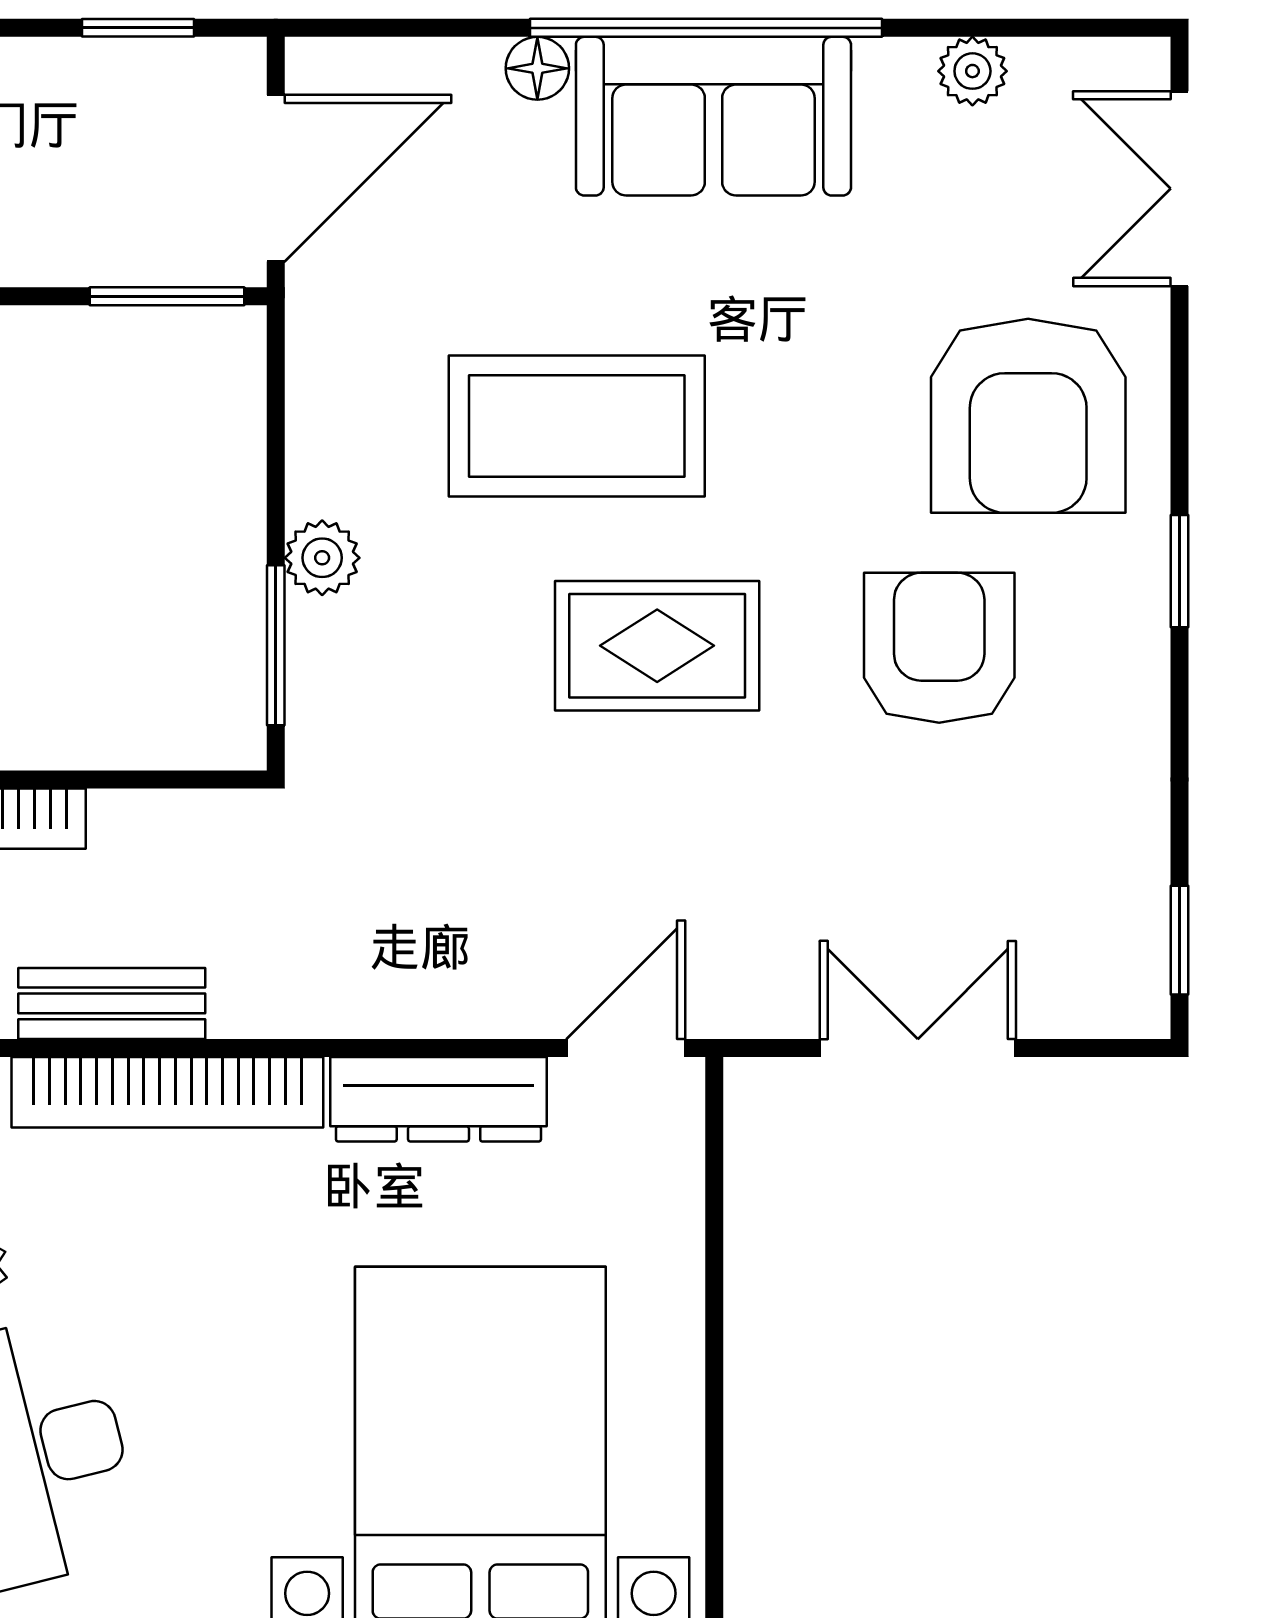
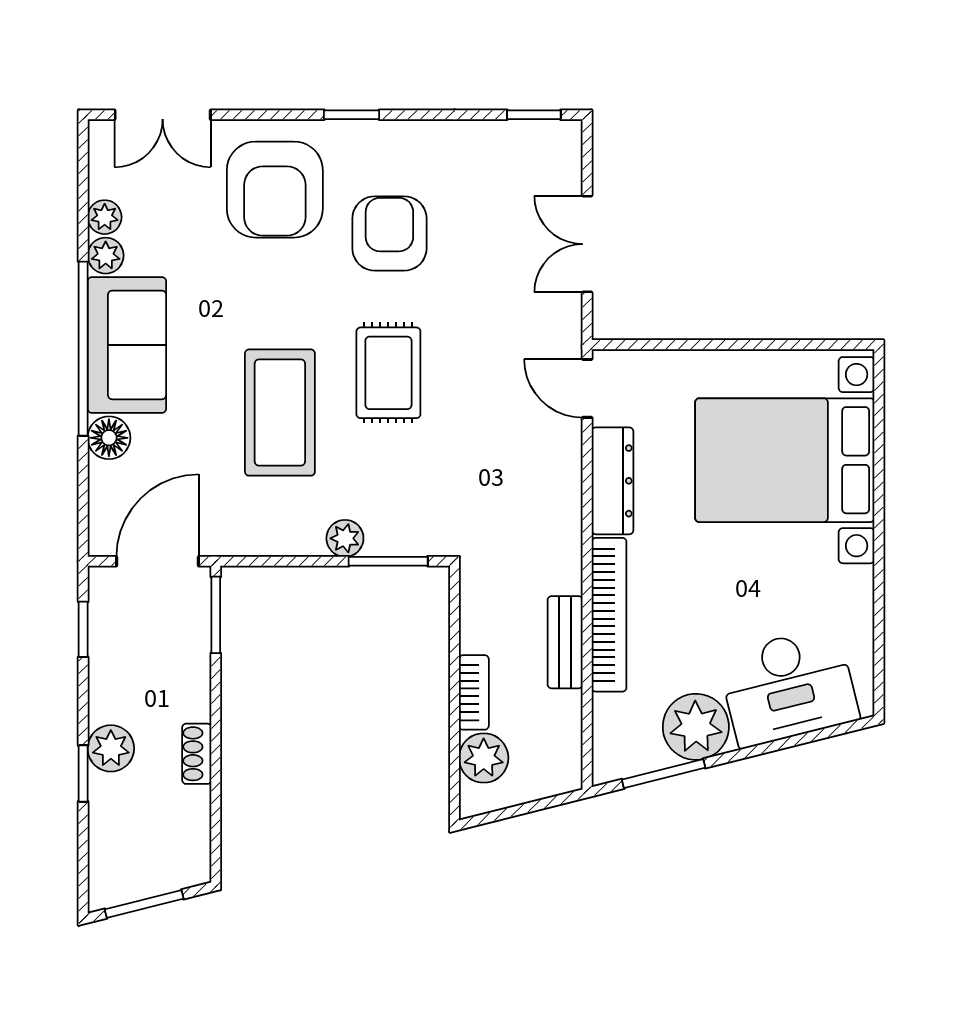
floor lamp: (537, 68) -> (109, 438), width x1.37, depth x1.37
plant: (894, 73) -> (106, 256), added
door: (276, 178) -> (157, 561), hinge flipped
armchair: (1028, 416) -> (275, 190), turned 90
armchair: (939, 648) -> (389, 233), turned 90

